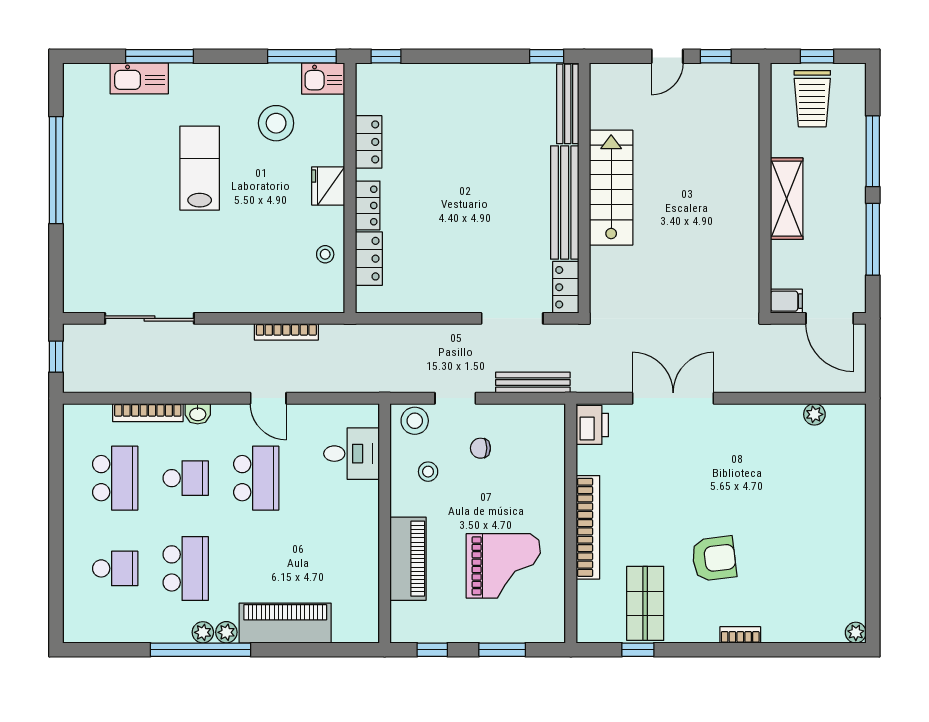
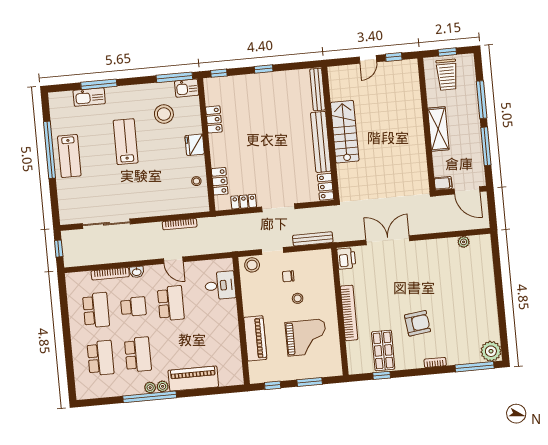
window: (547, 56) -> (264, 69), moved
lab bench: (92, 185) -> (69, 156), added
locker: (368, 205) -> (244, 202), moved, turned -90
doorway: (512, 318) -> (278, 208), moved
stool: (428, 472) -> (298, 298), moved
school desk: (115, 568) -> (101, 358), width x1.85
plant: (856, 633) -> (491, 351), width x1.87, depth x1.87
window: (813, 650) -> (475, 367), added

